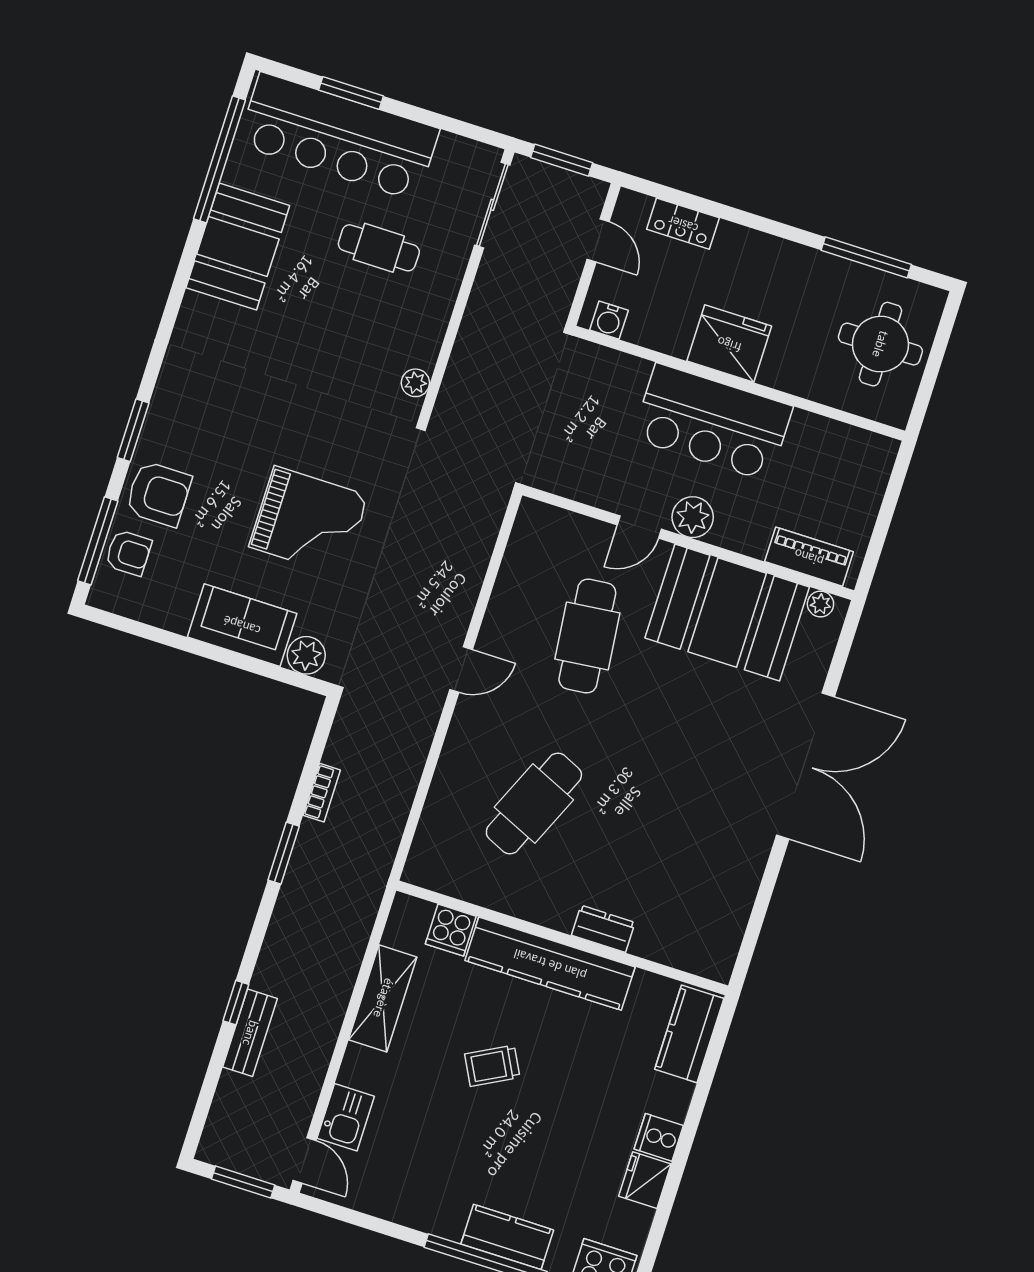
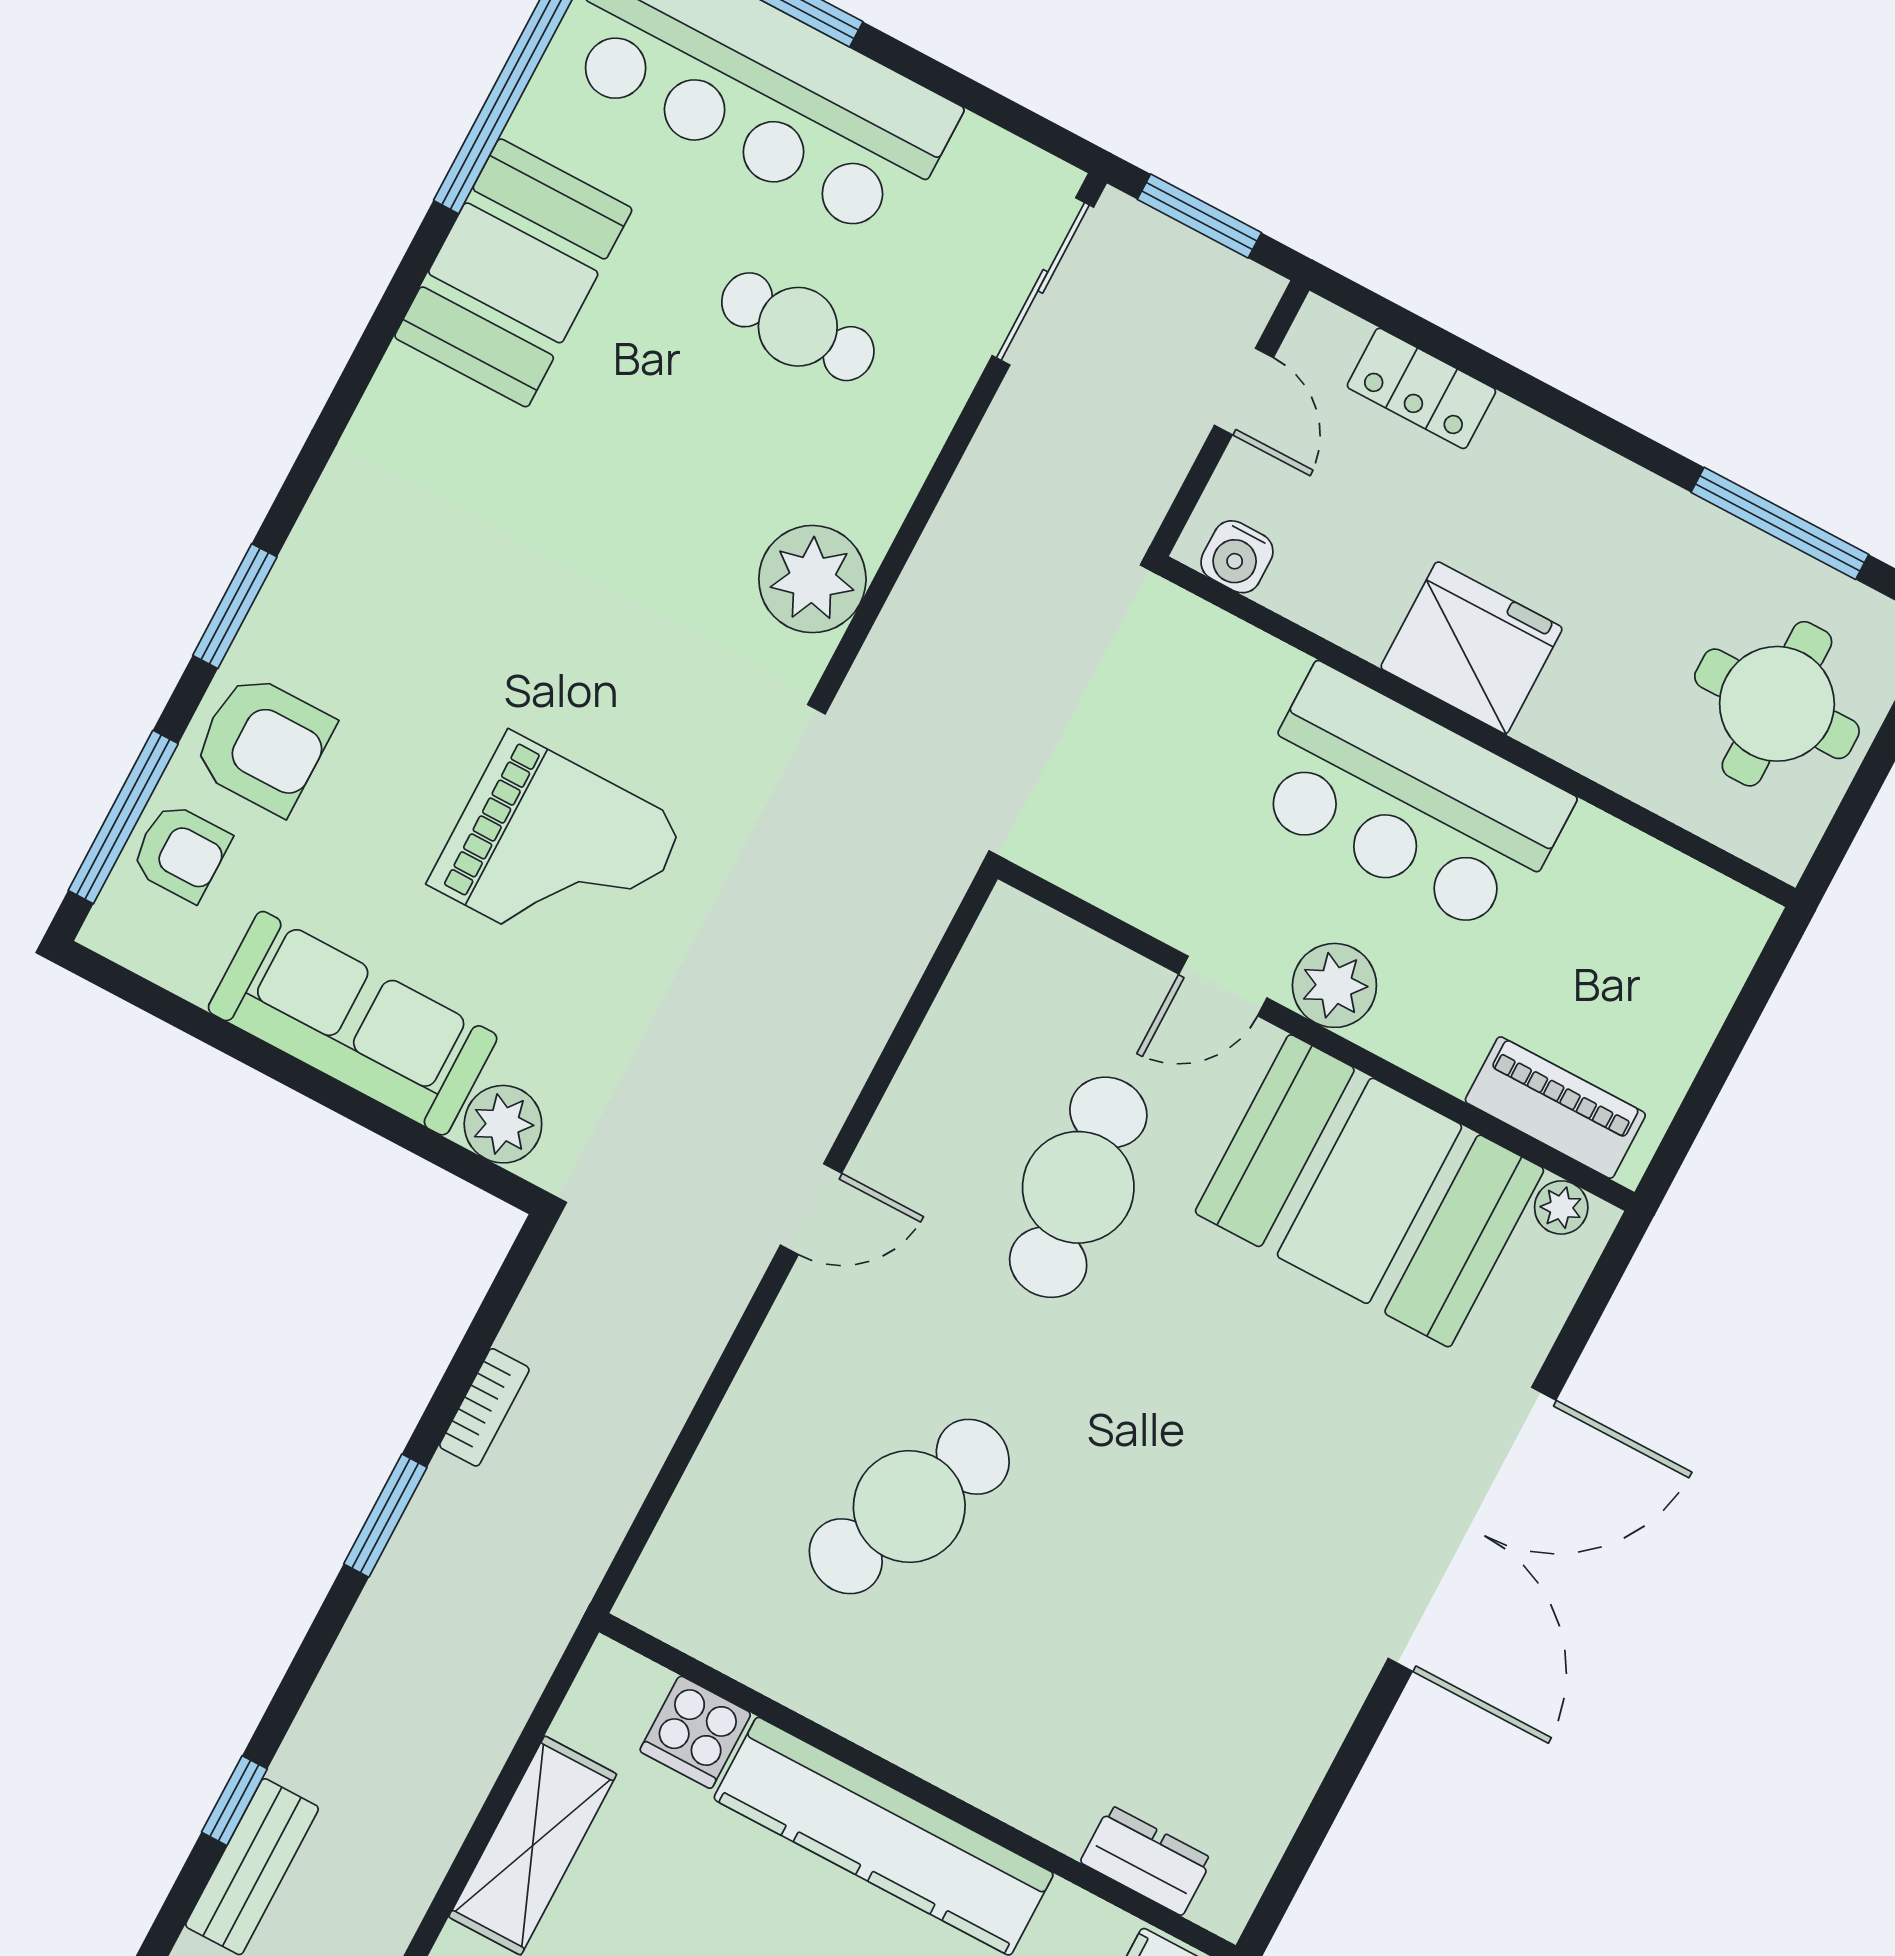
plant: (415, 383) -> (812, 579), width x1.88, depth x1.88
sofa: (242, 625) -> (353, 1023), width x1.36
dresser: (603, 929) -> (1146, 1860), moved

